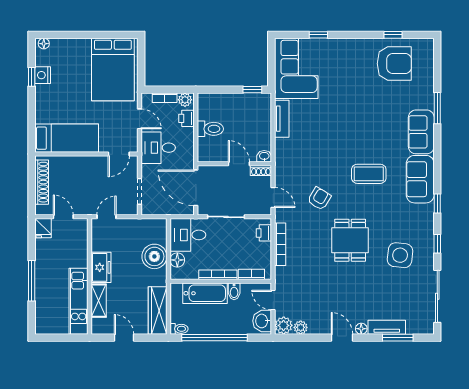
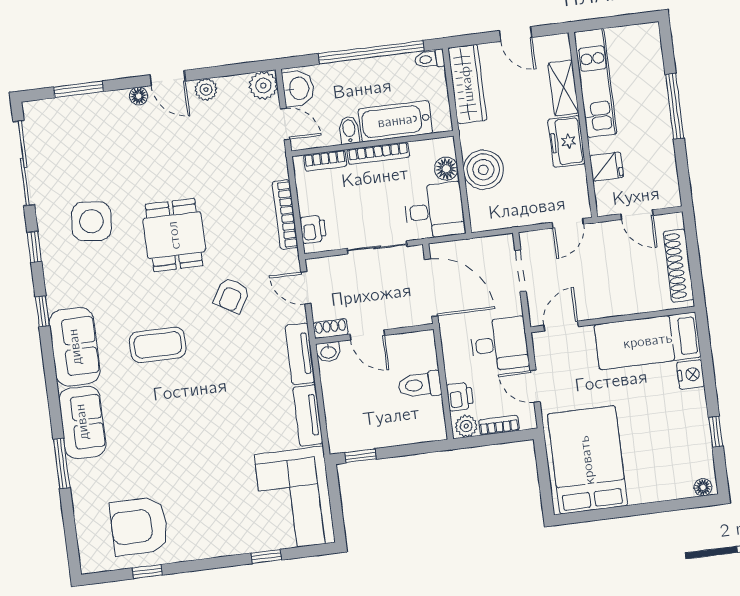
nightstand: (43, 75) -> (691, 375), moved
fridge: (43, 228) -> (607, 167), moved, turned 90
plant: (301, 327) -> (206, 90), moved
tv unit: (387, 327) -> (300, 354), moved, turned 90

